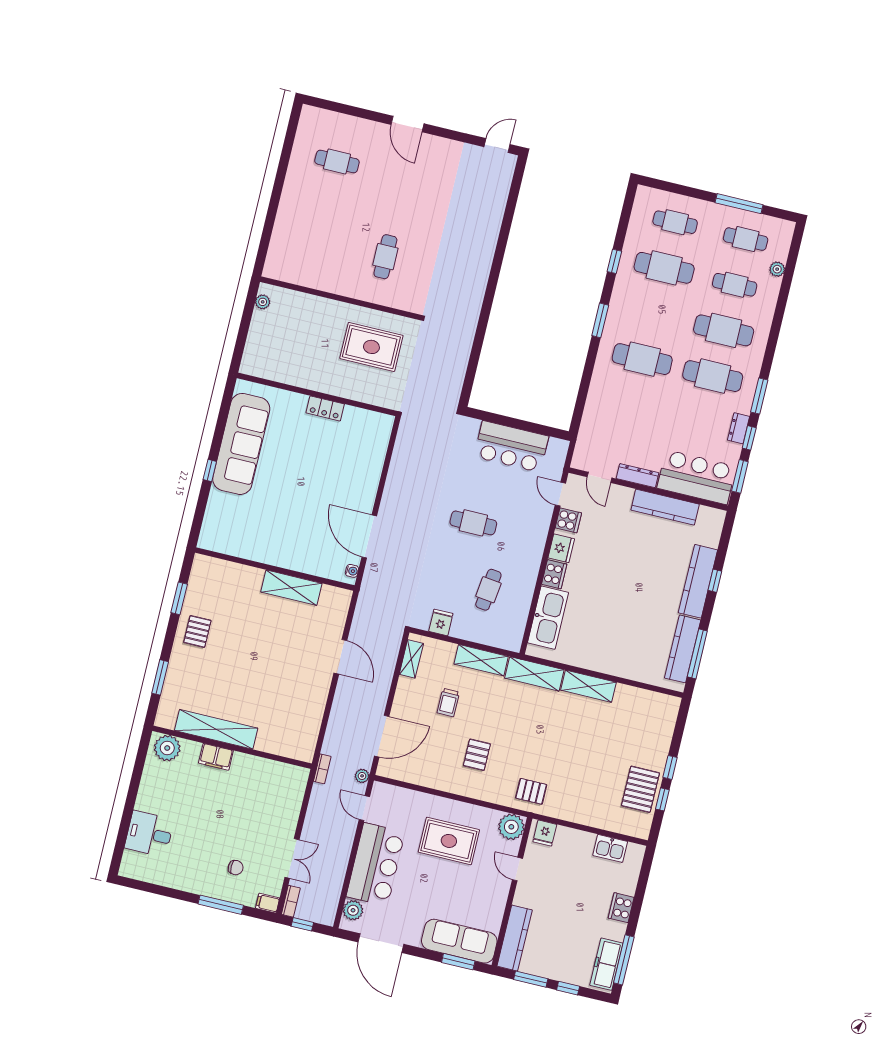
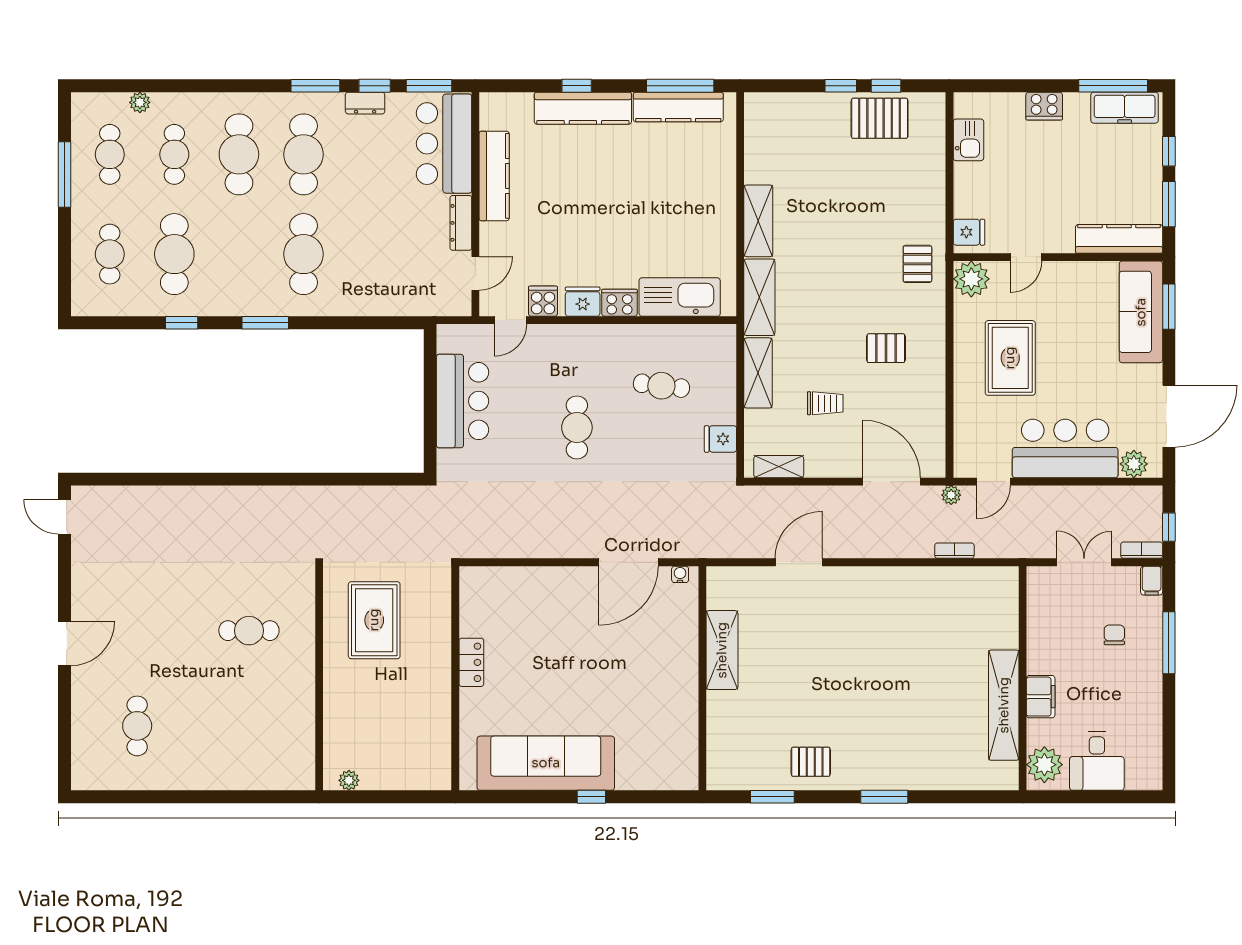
shelving: (216, 729) -> (1004, 705), moved
wall: (232, 747) -> (1023, 678), moved
plant: (167, 748) -> (1044, 765), moved
filing cabinet: (216, 757) -> (1041, 697), moved

